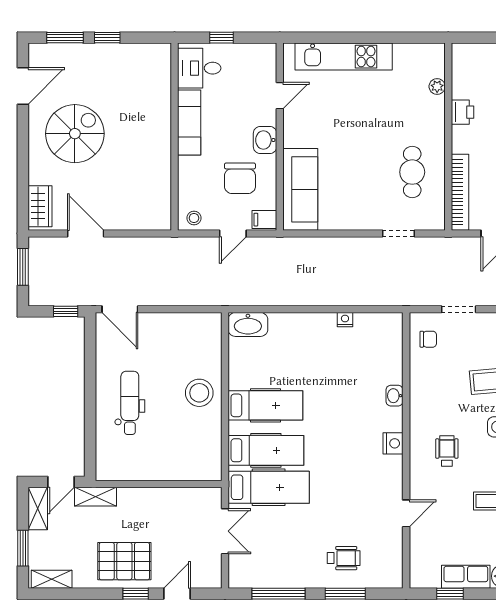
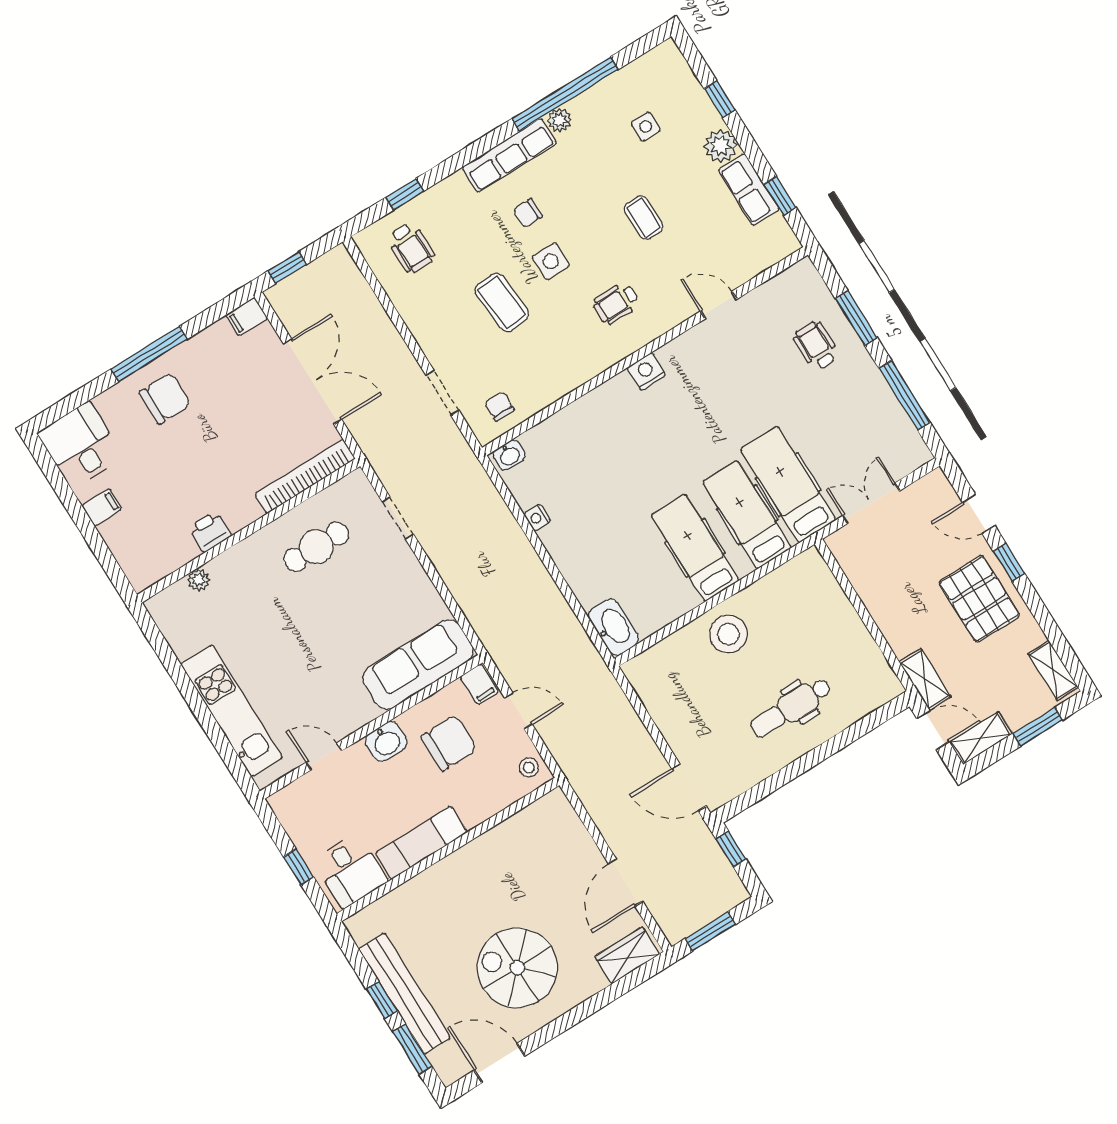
bench: (102, 54) -> (404, 993), added
door: (120, 309) -> (689, 787), swing flipped
washbasin: (394, 396) -> (509, 455), moved

